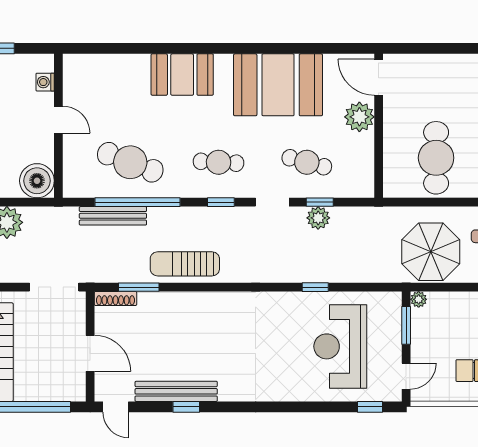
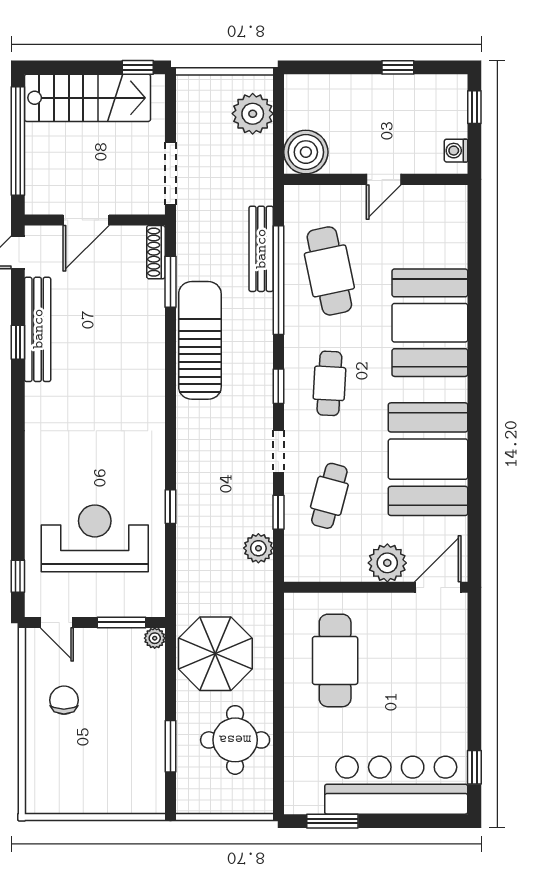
booth: (182, 75) -> (430, 323), width x1.36, depth x1.42
washing machine: (45, 82) -> (456, 151), moved, turned -90
cafe table: (436, 158) -> (335, 660), turned 90
cafe table: (130, 162) -> (329, 271), turned -33
plant: (318, 218) -> (258, 548), moved
sun lounger: (185, 264) -> (200, 340), width x1.36, depth x1.34

